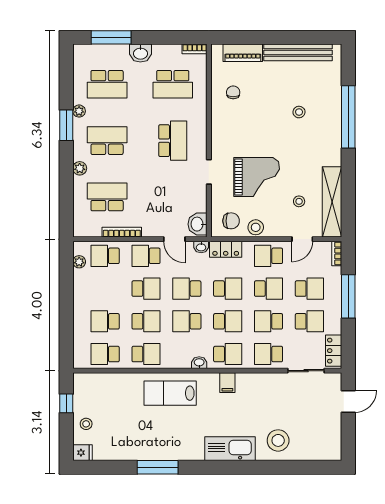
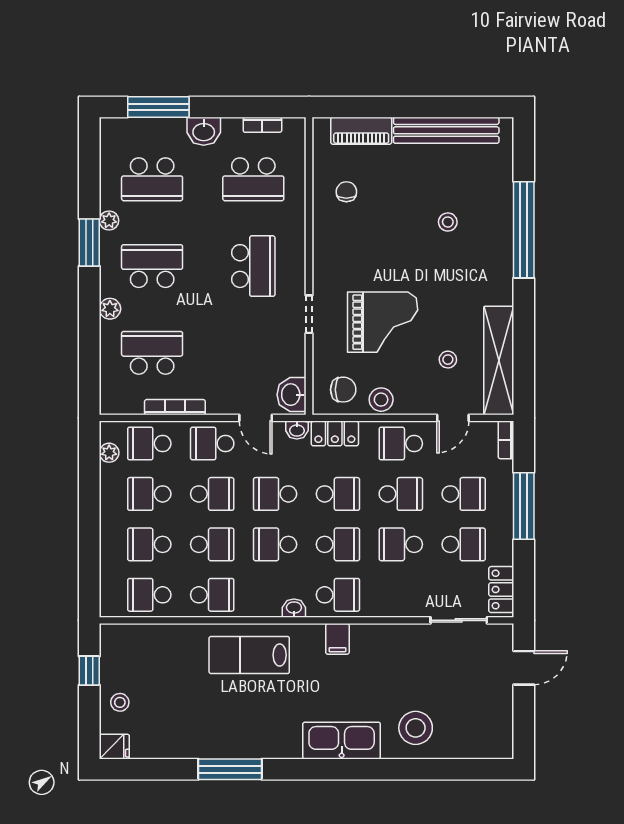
bookcase: (195, 49) -> (262, 125), moved
school desk: (269, 354) -> (149, 494), moved

